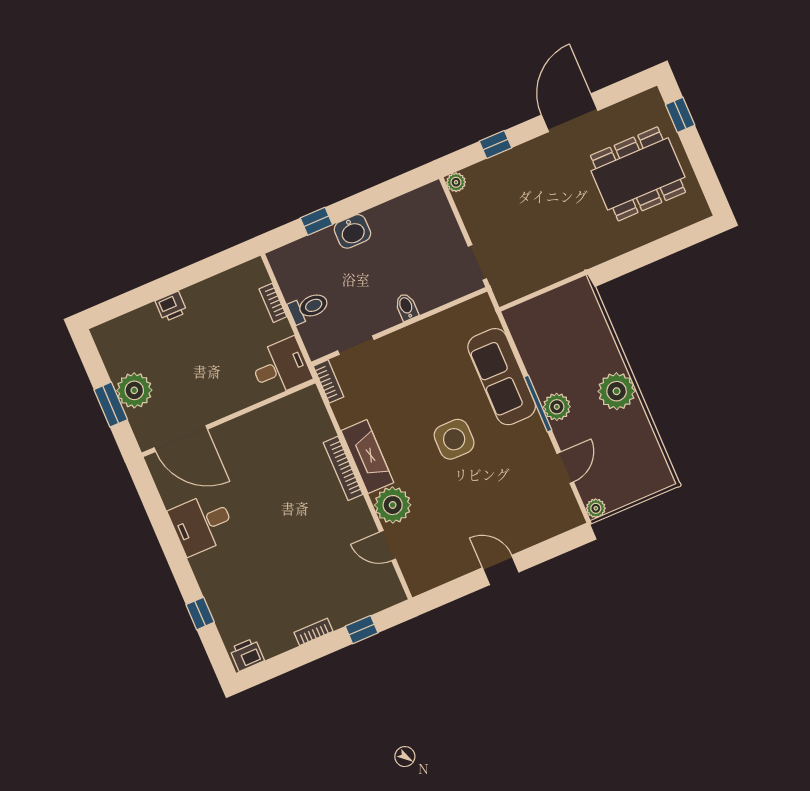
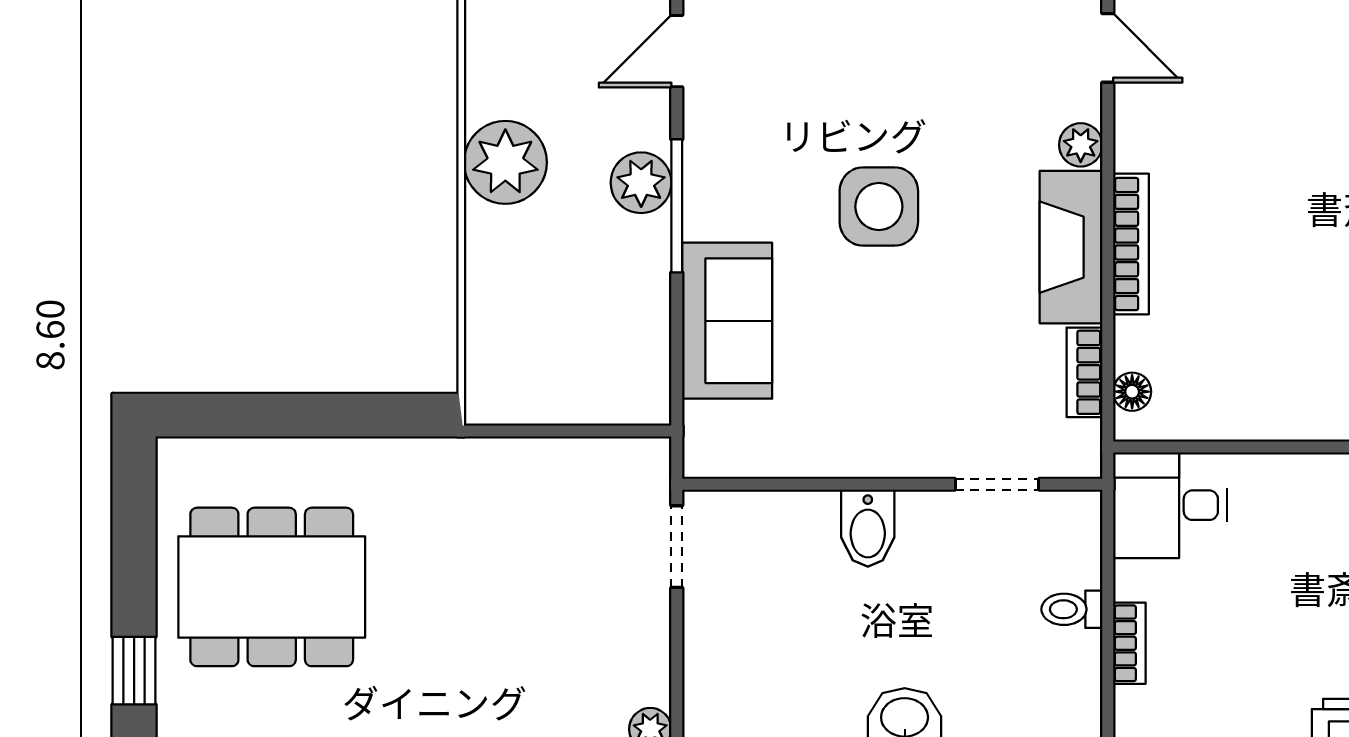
toilet: (309, 307) -> (1072, 609), width x0.73, depth x0.72
bidet: (406, 307) -> (868, 528), width x1.38, depth x1.36
sofa: (502, 377) -> (727, 321), width x0.73
bookcase: (329, 381) -> (1084, 372), moved
floor lamp: (316, 407) -> (1132, 392), added
plant: (393, 505) -> (1081, 145), width x0.53, depth x0.53

